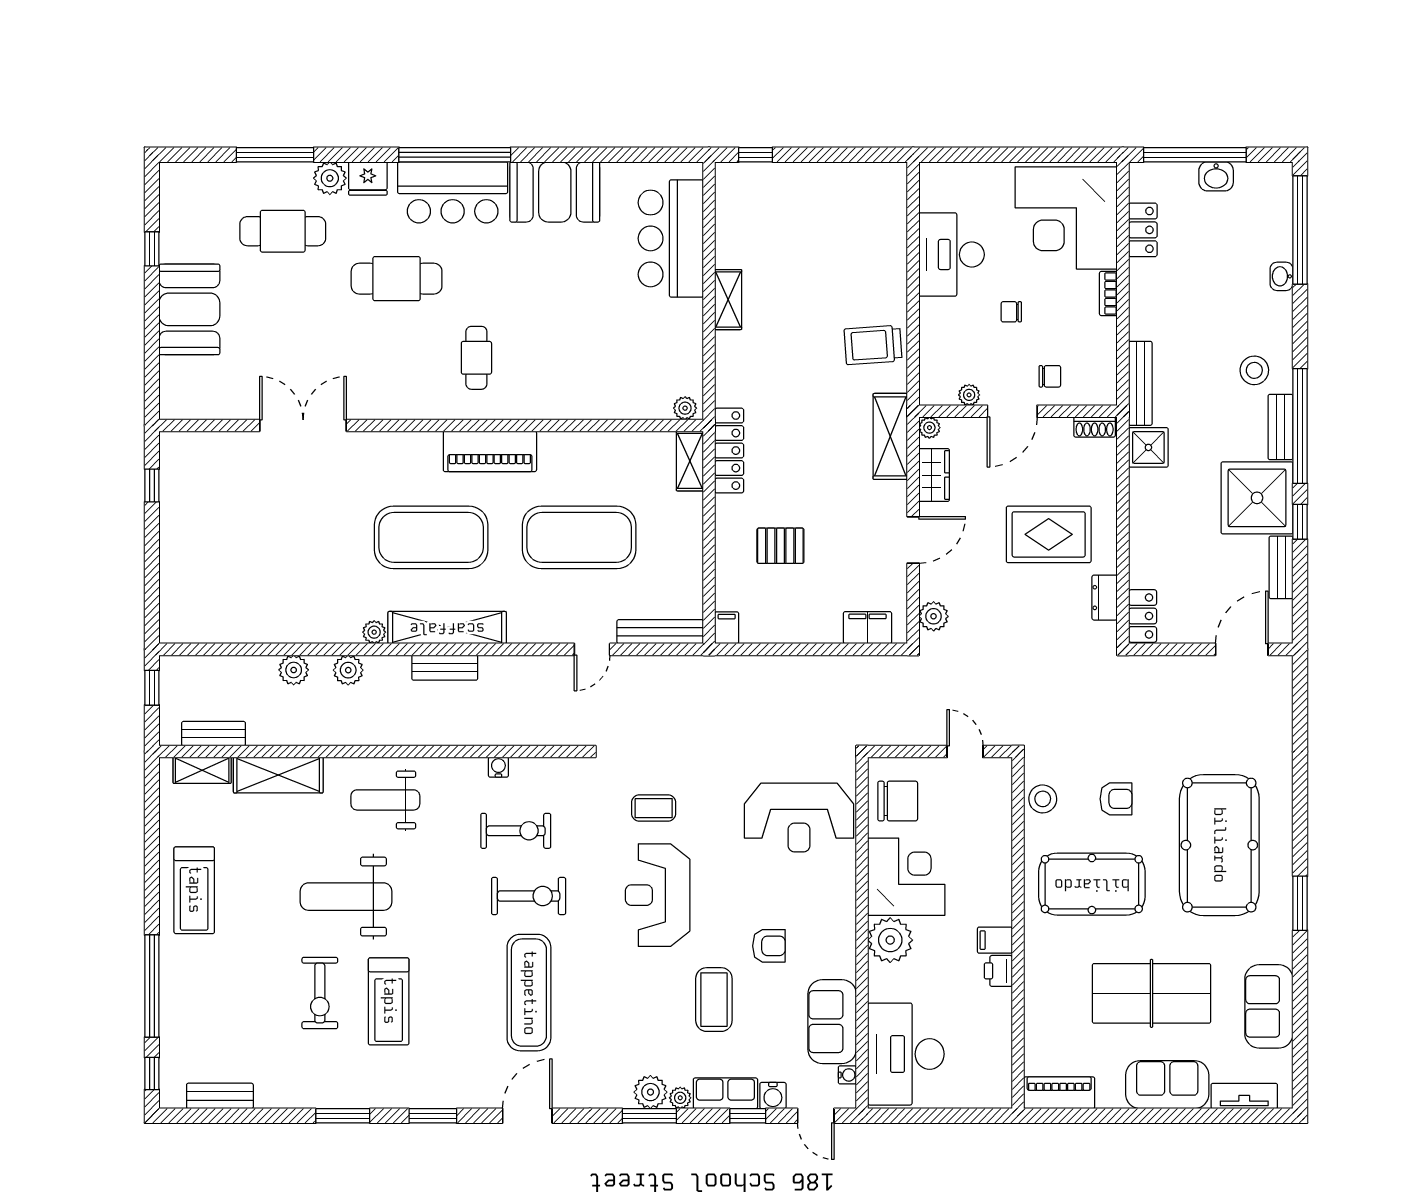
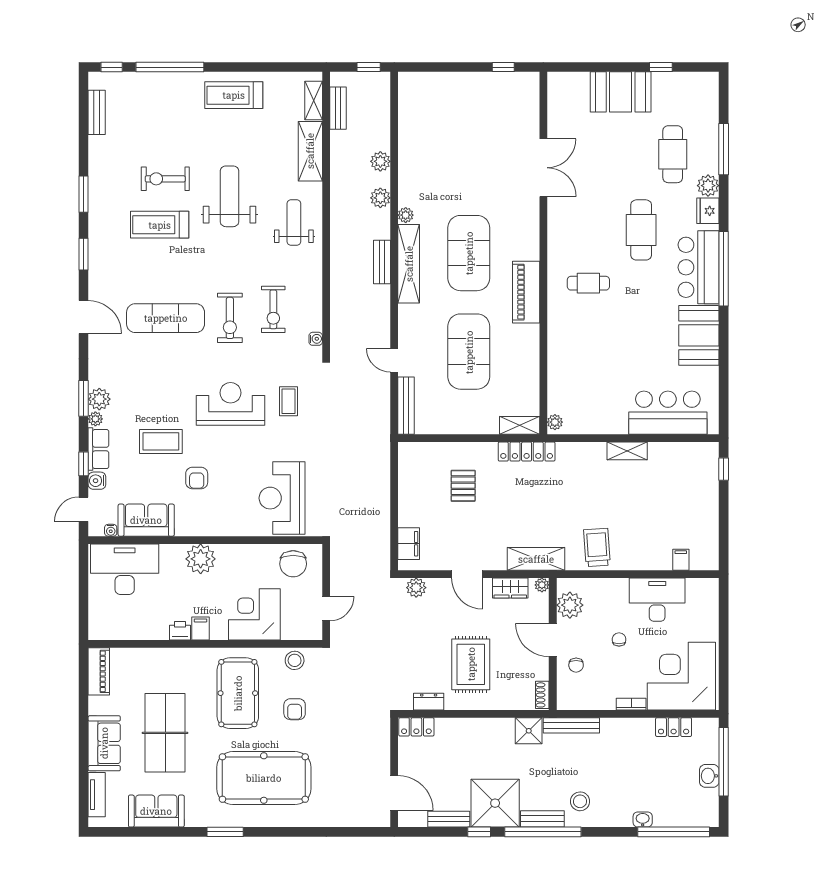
plant: (969, 395) -> (570, 605), width x1.88, depth x1.88
filing cabinet: (727, 628) -> (681, 560), moved, turned -90
water cooler: (498, 767) -> (316, 339), moved
corner desk: (906, 877) -> (254, 614), moved, turned 180

